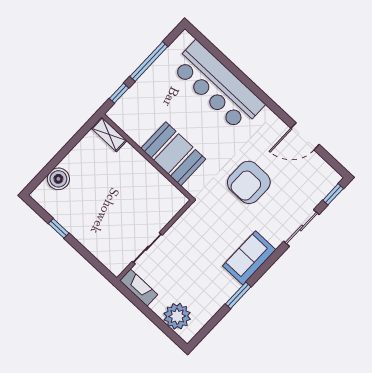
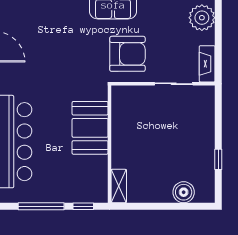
armchair: (249, 182) -> (127, 54), moved

